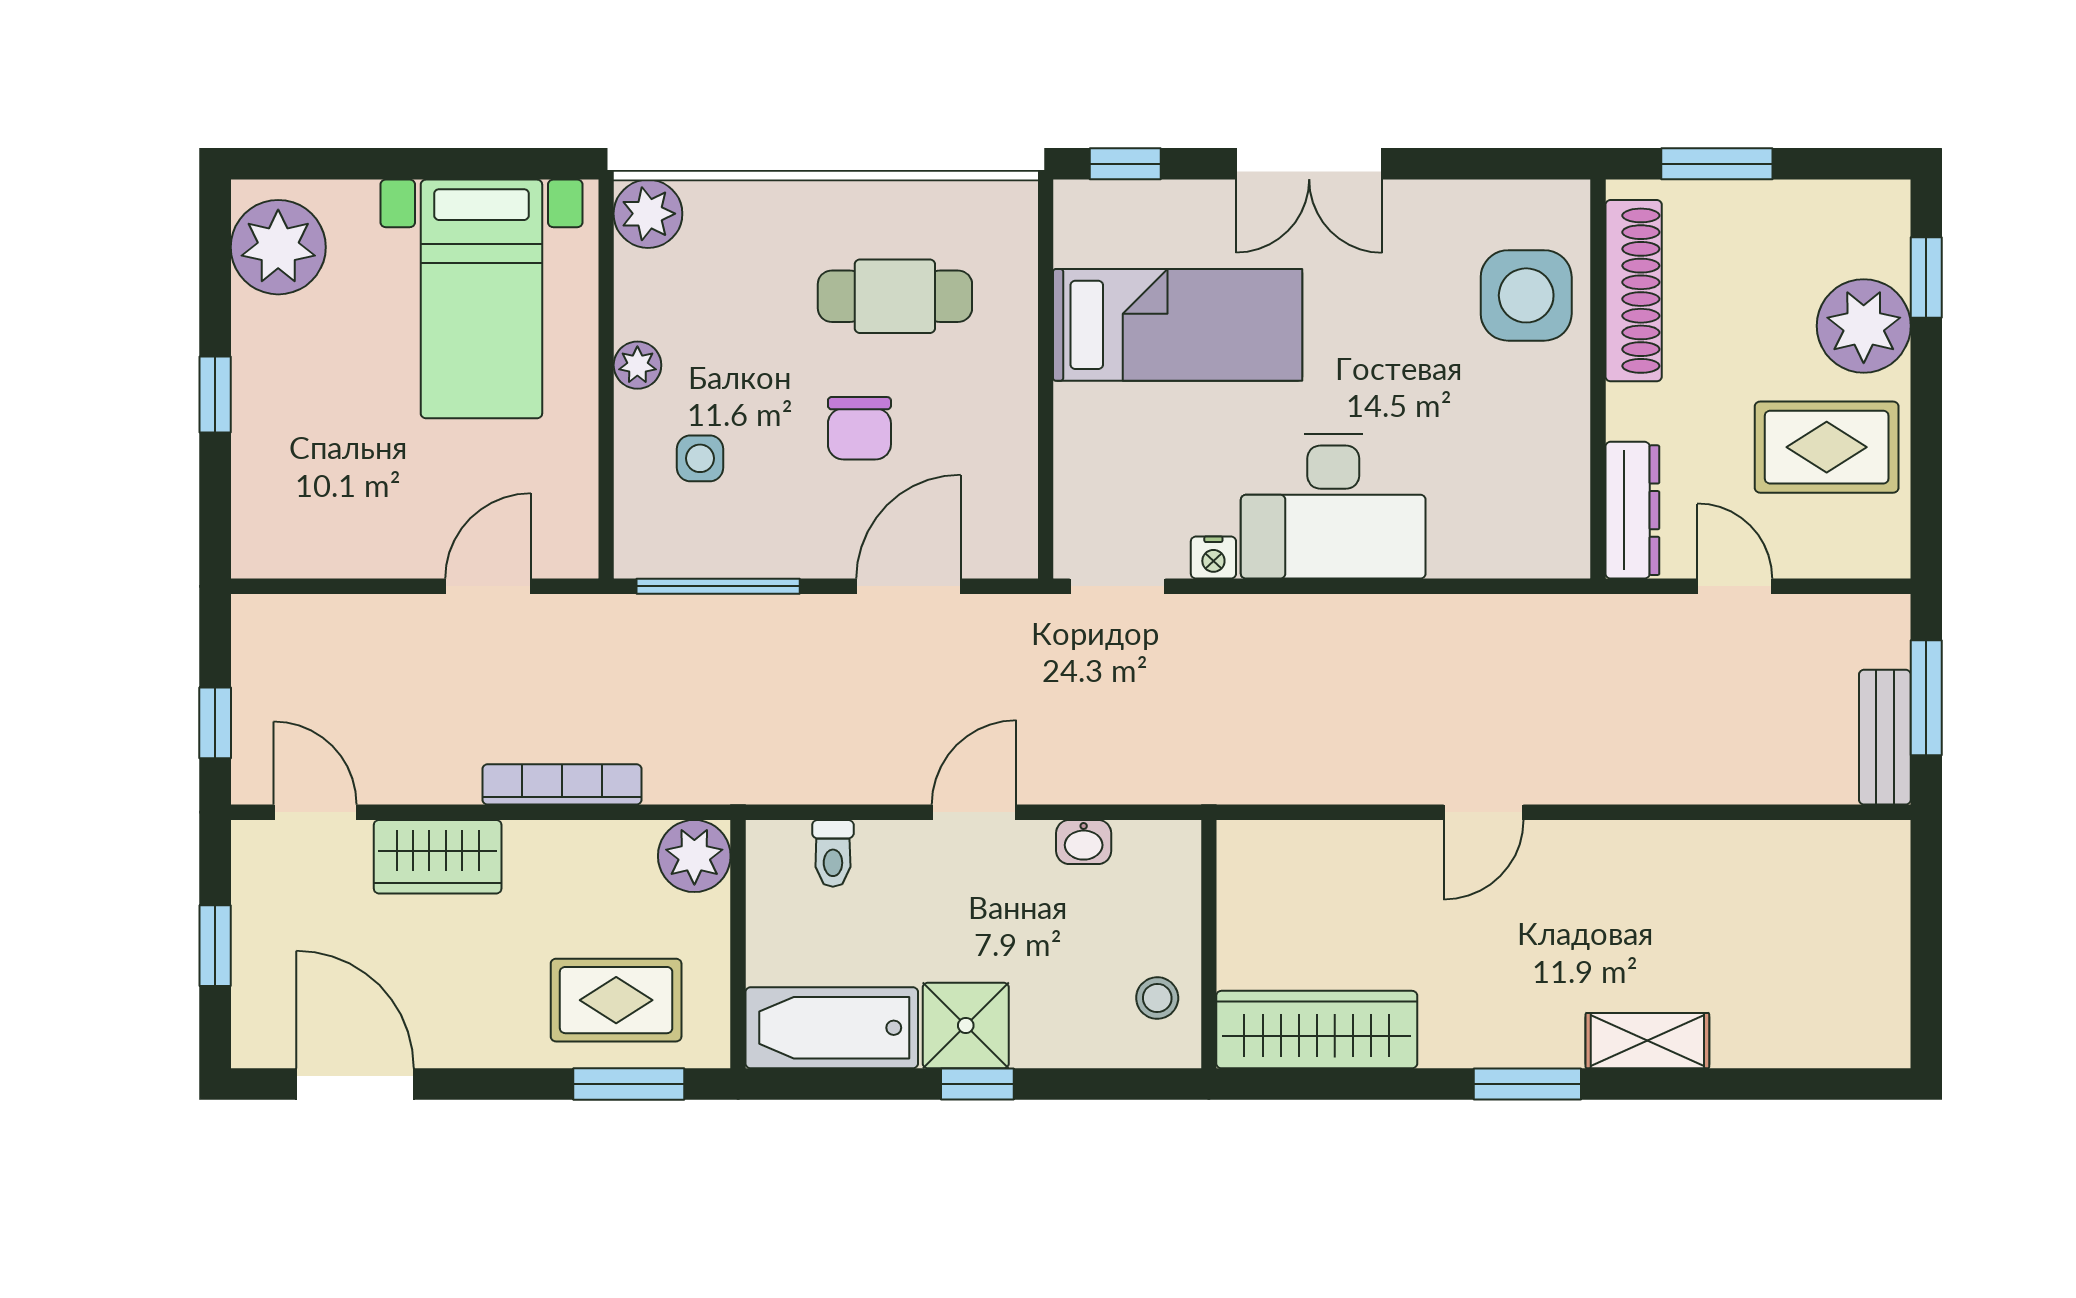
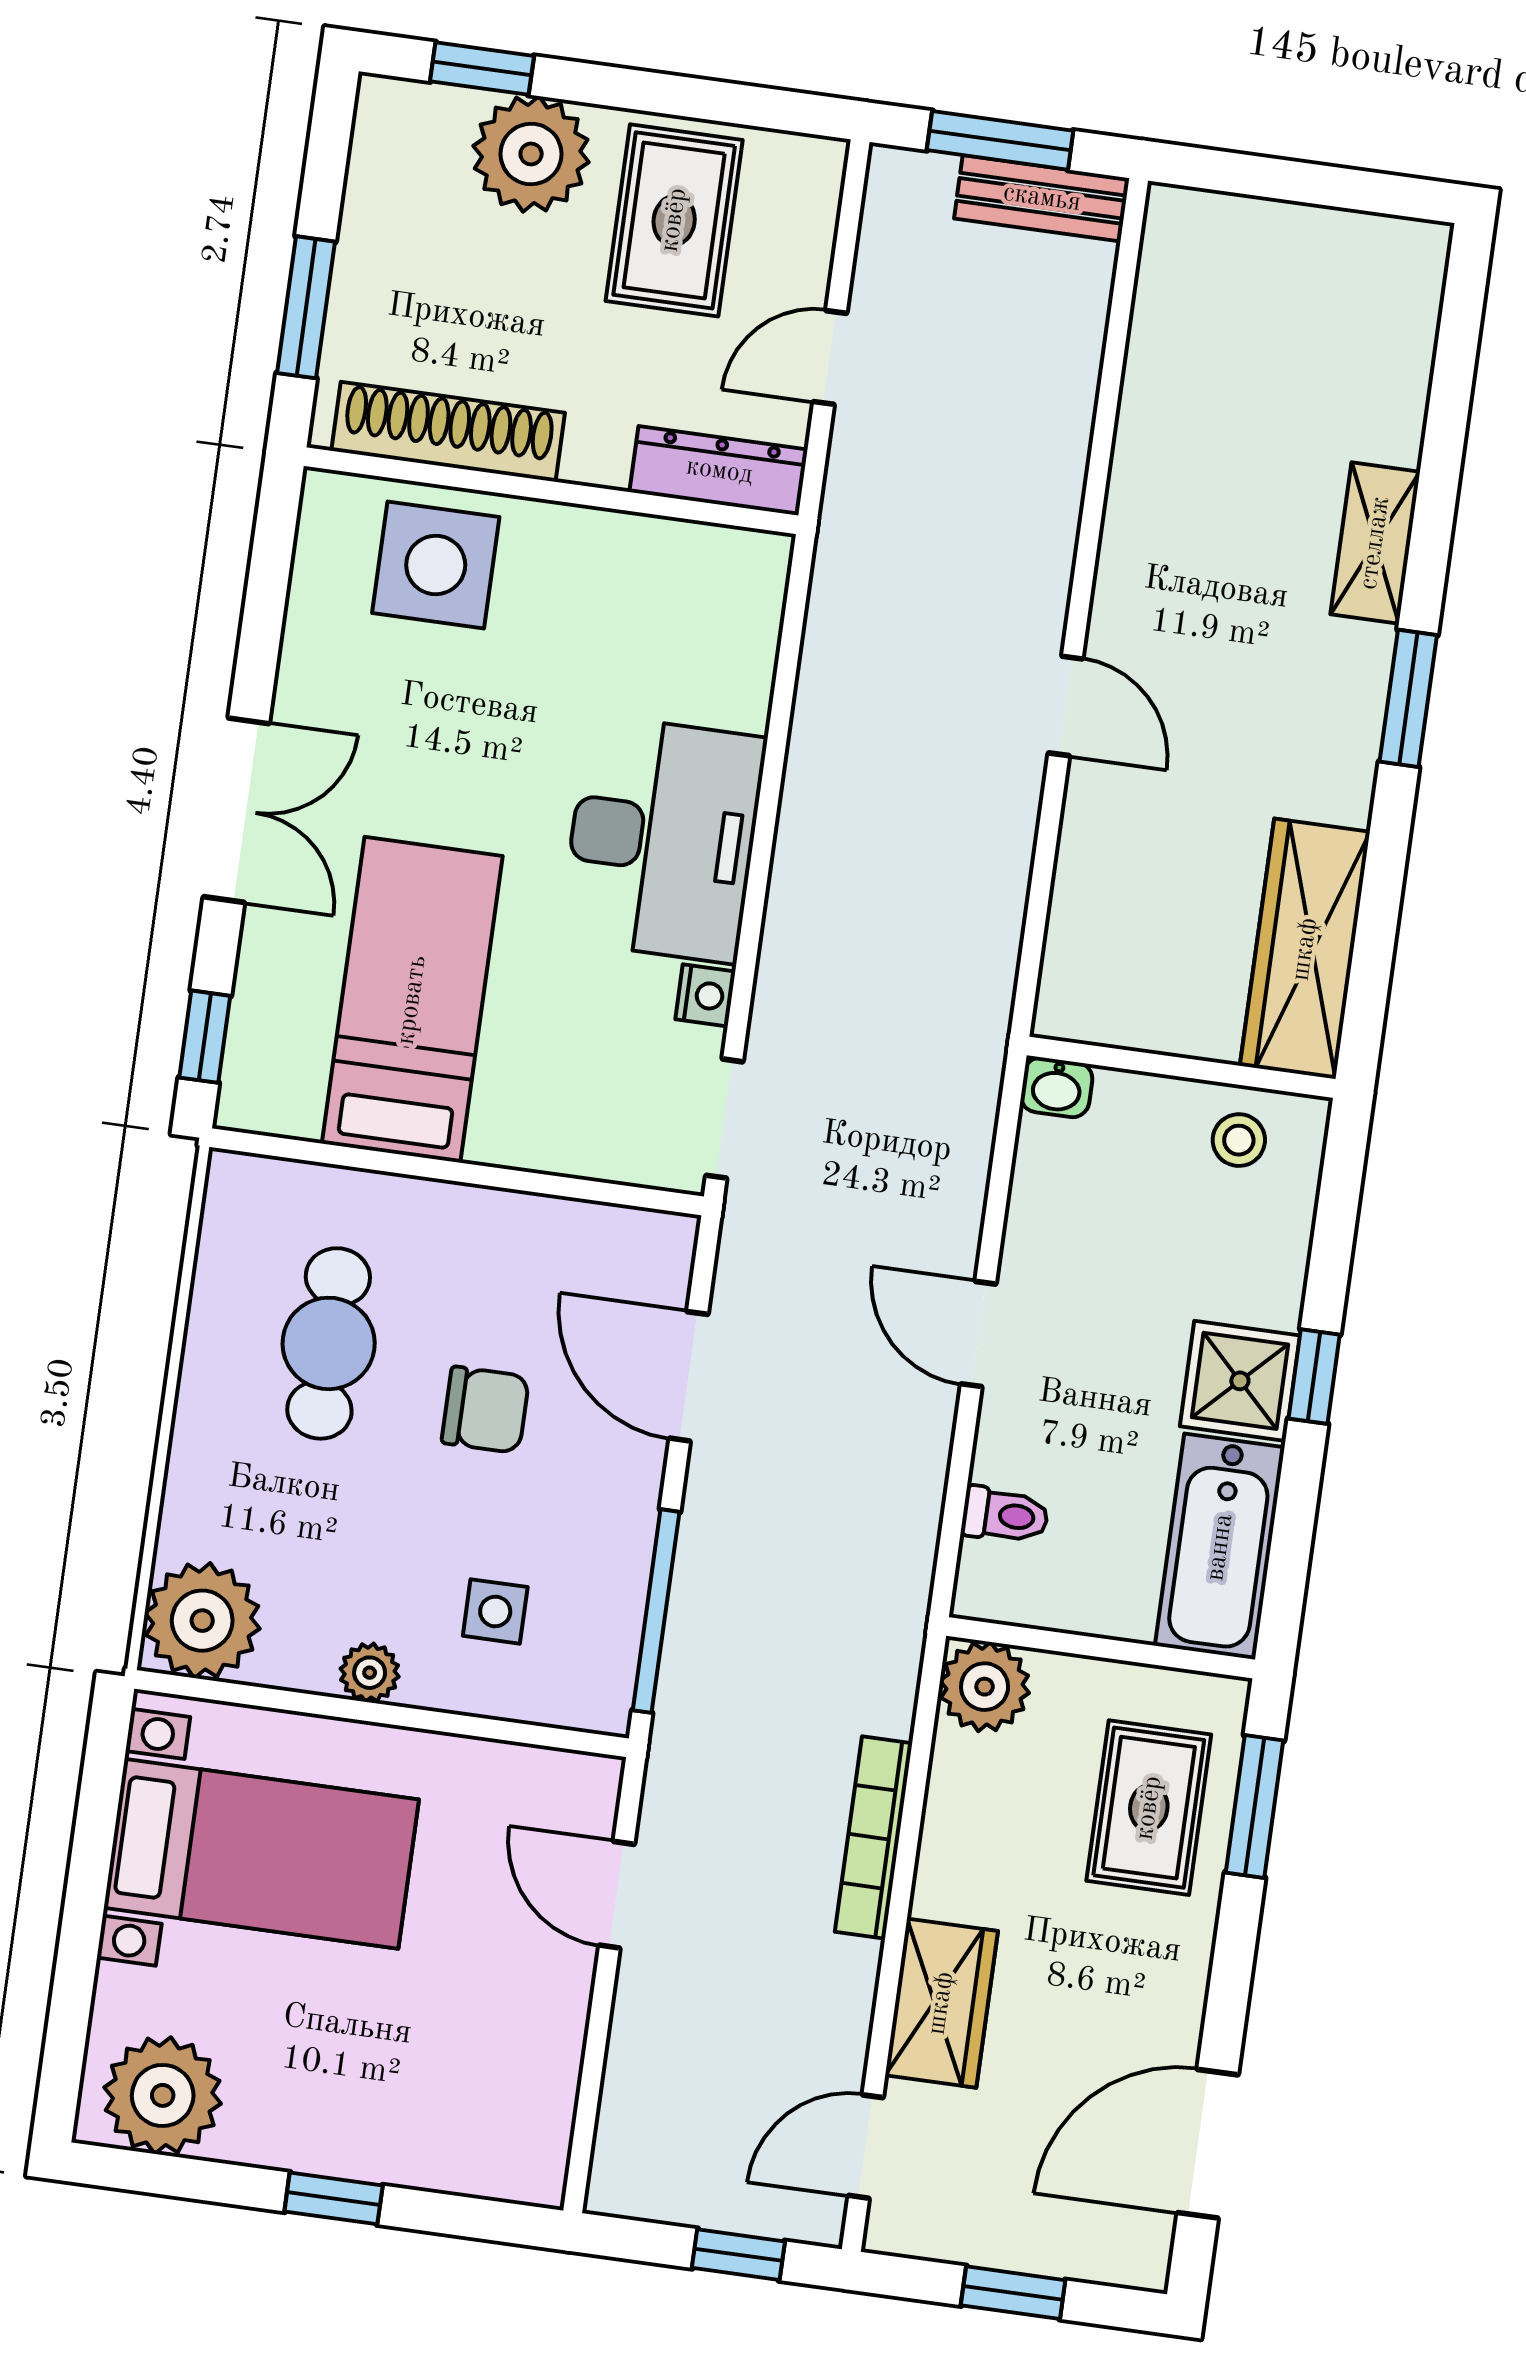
plant: (648, 214) -> (202, 1621), width x1.36, depth x1.36
washbasin: (1084, 842) -> (1057, 1087), moved, turned 90

